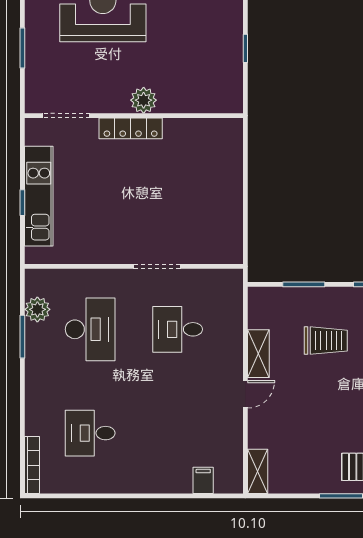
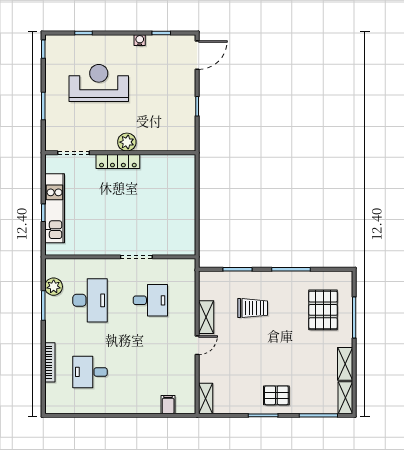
desk: (178, 329) -> (150, 300), turned 180
bookcase: (32, 465) -> (50, 362), moved

